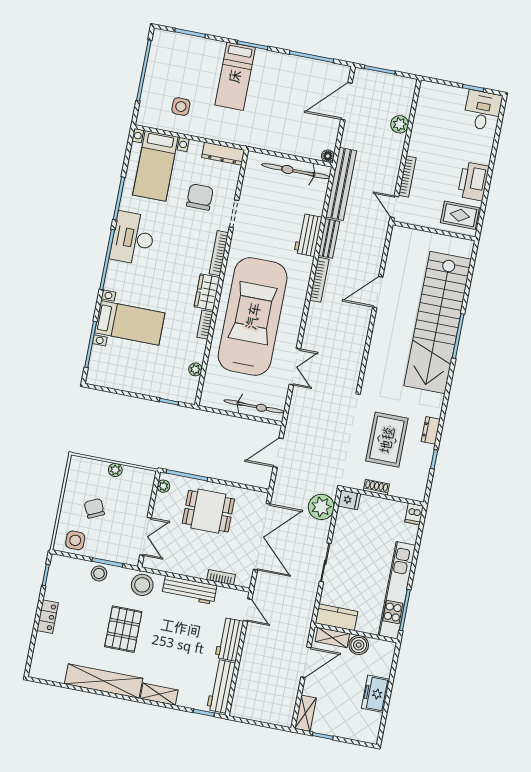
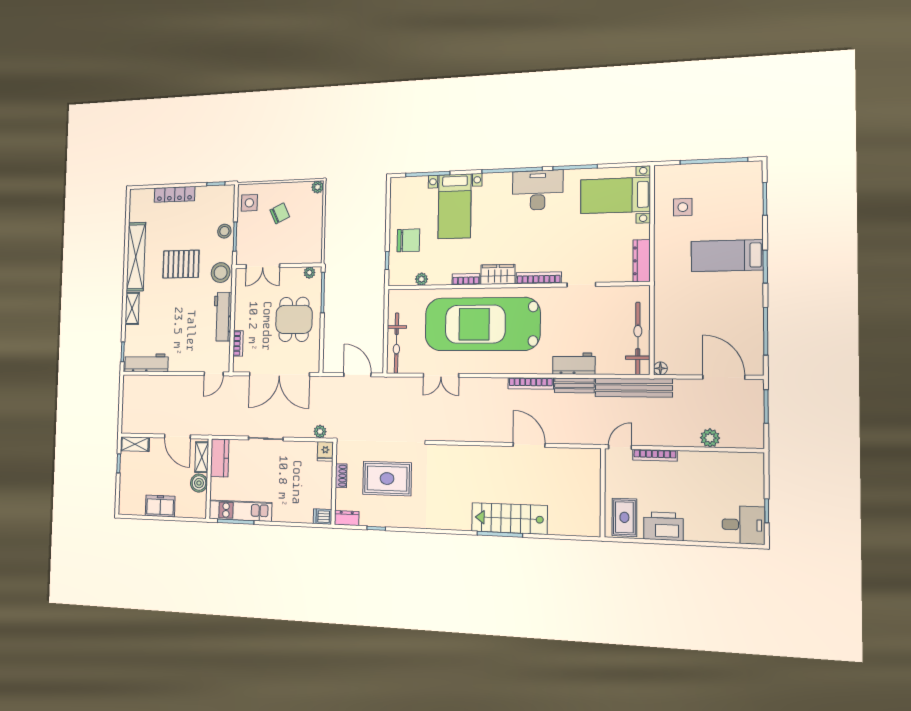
chair: (200, 197) -> (408, 240), moved
car: (253, 316) -> (482, 324), turned 180
stairs: (438, 323) -> (509, 518), width x0.54, depth x0.66
dresser: (431, 430) -> (347, 518), moved
plant: (115, 470) -> (318, 187), moved
plant: (321, 507) -> (320, 432), width x0.53, depth x0.53
kitchen unit: (397, 590) -> (240, 511), width x0.73
locker: (48, 617) -> (175, 194), width x1.53
workbench: (229, 639) -> (186, 362), removed

